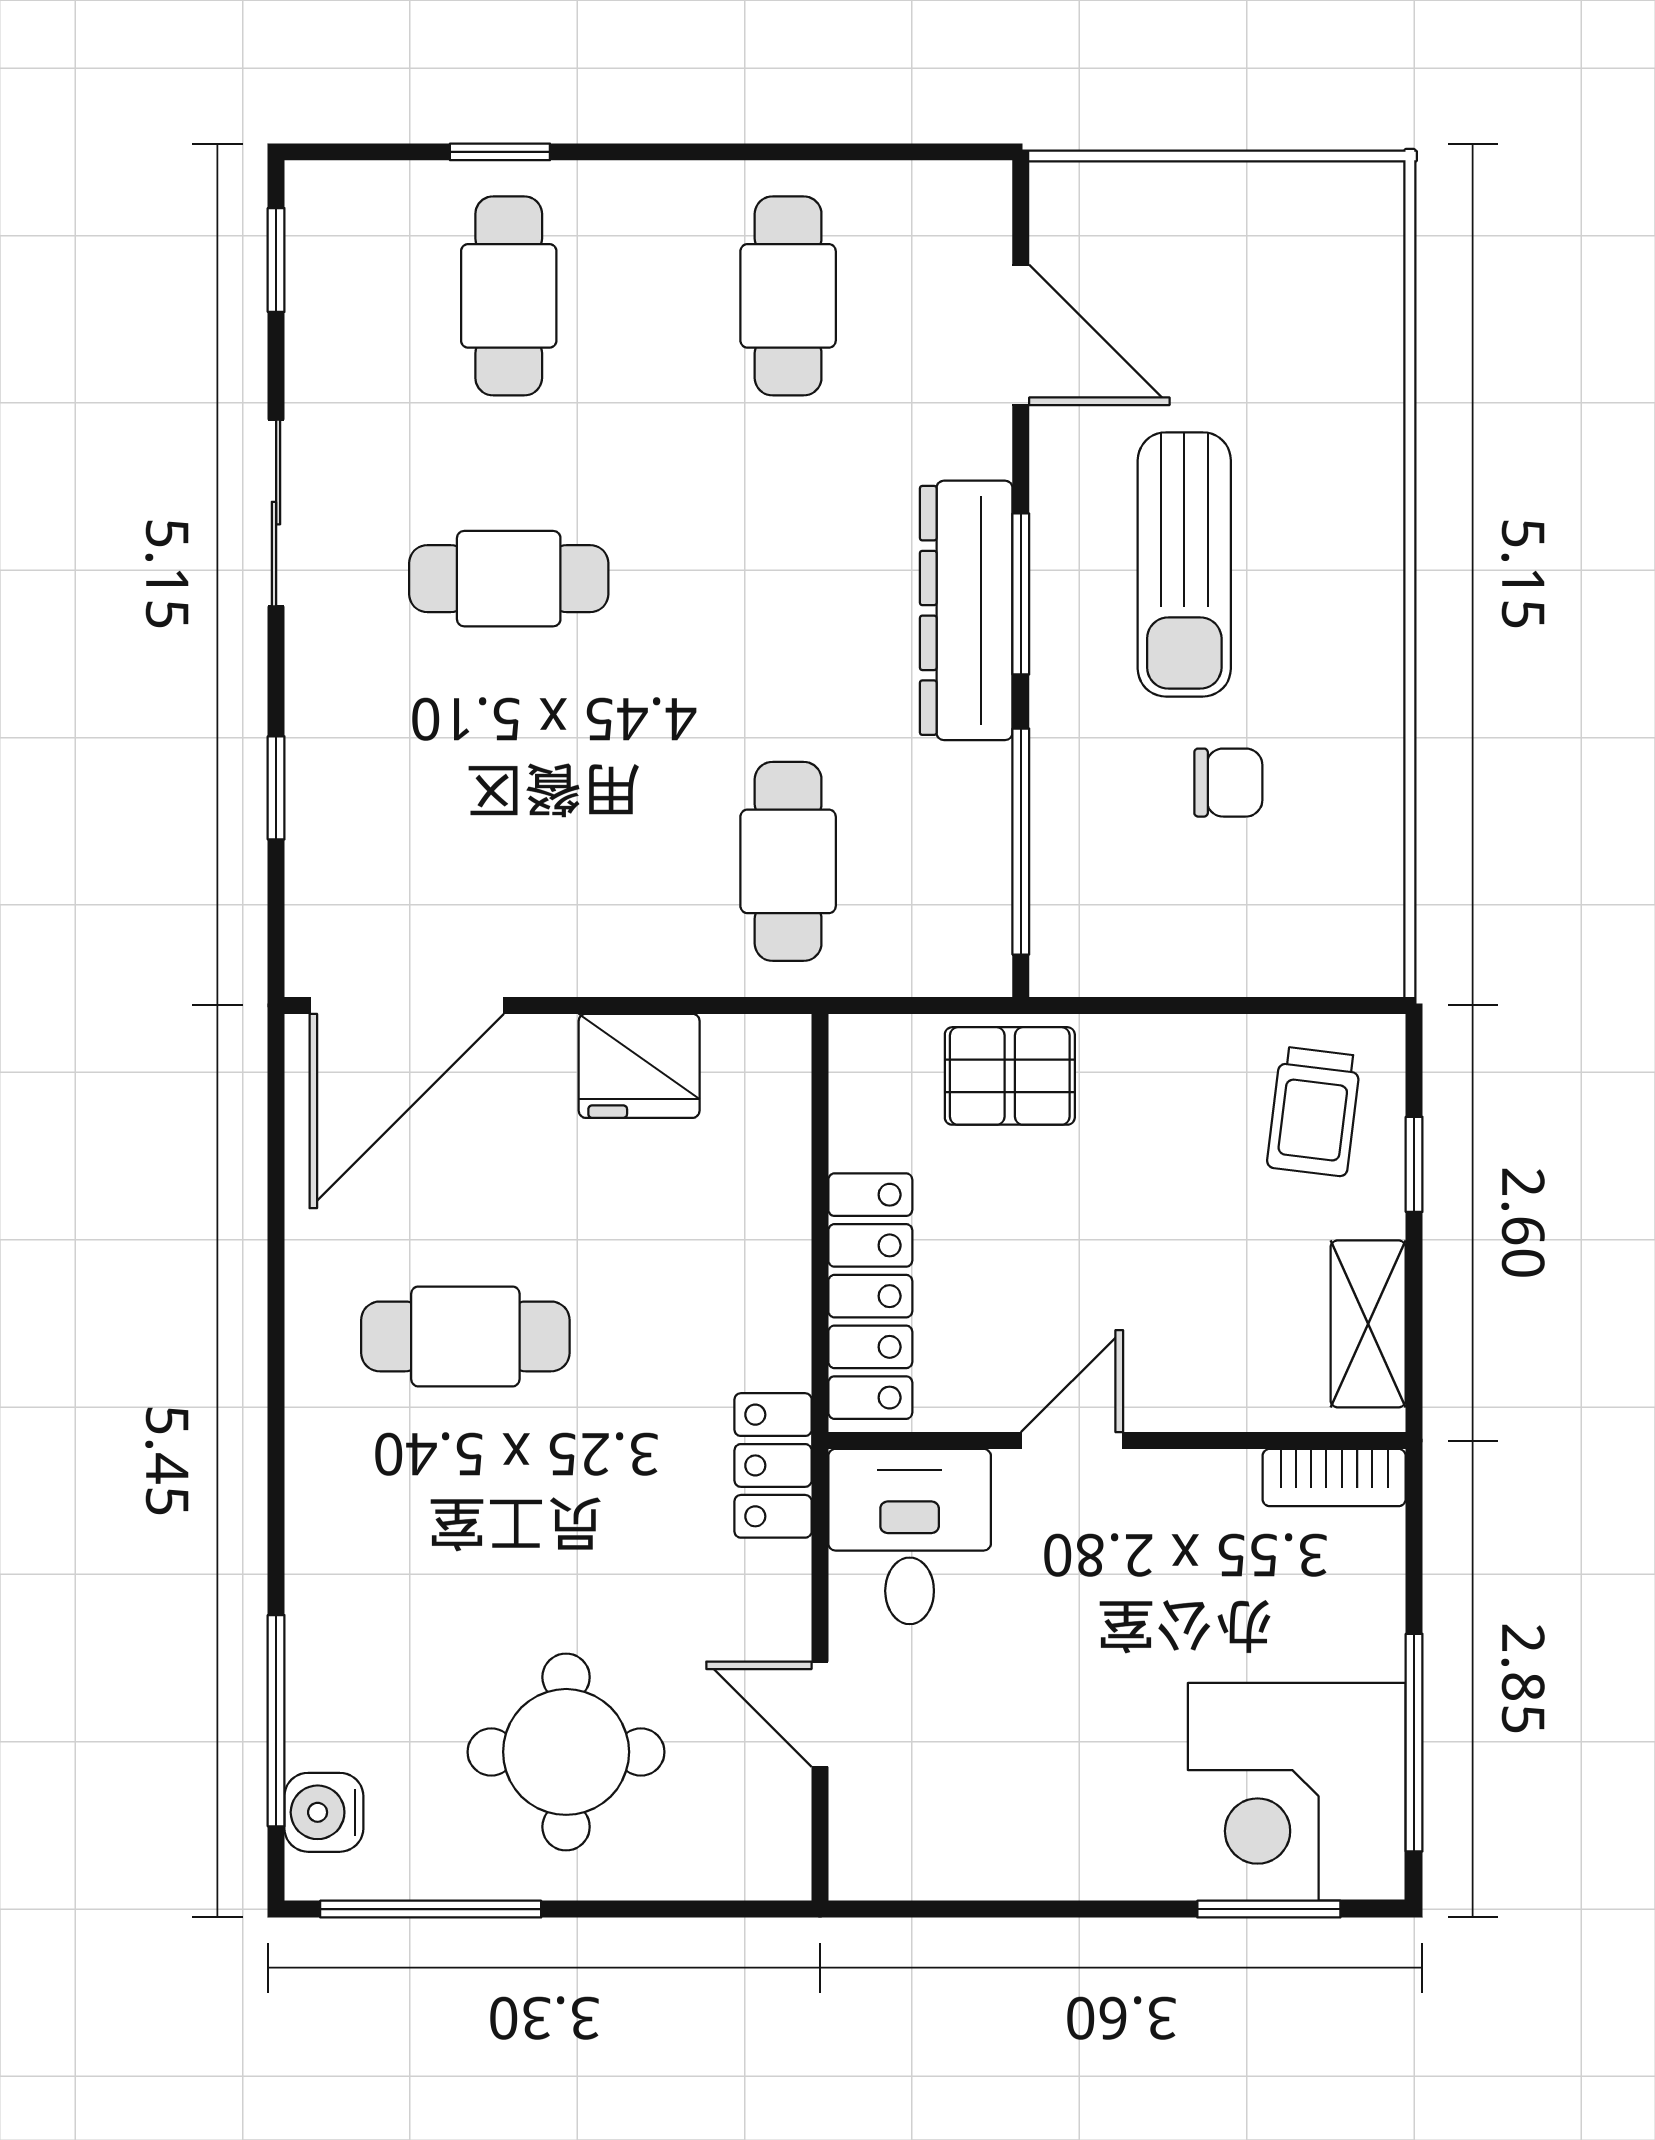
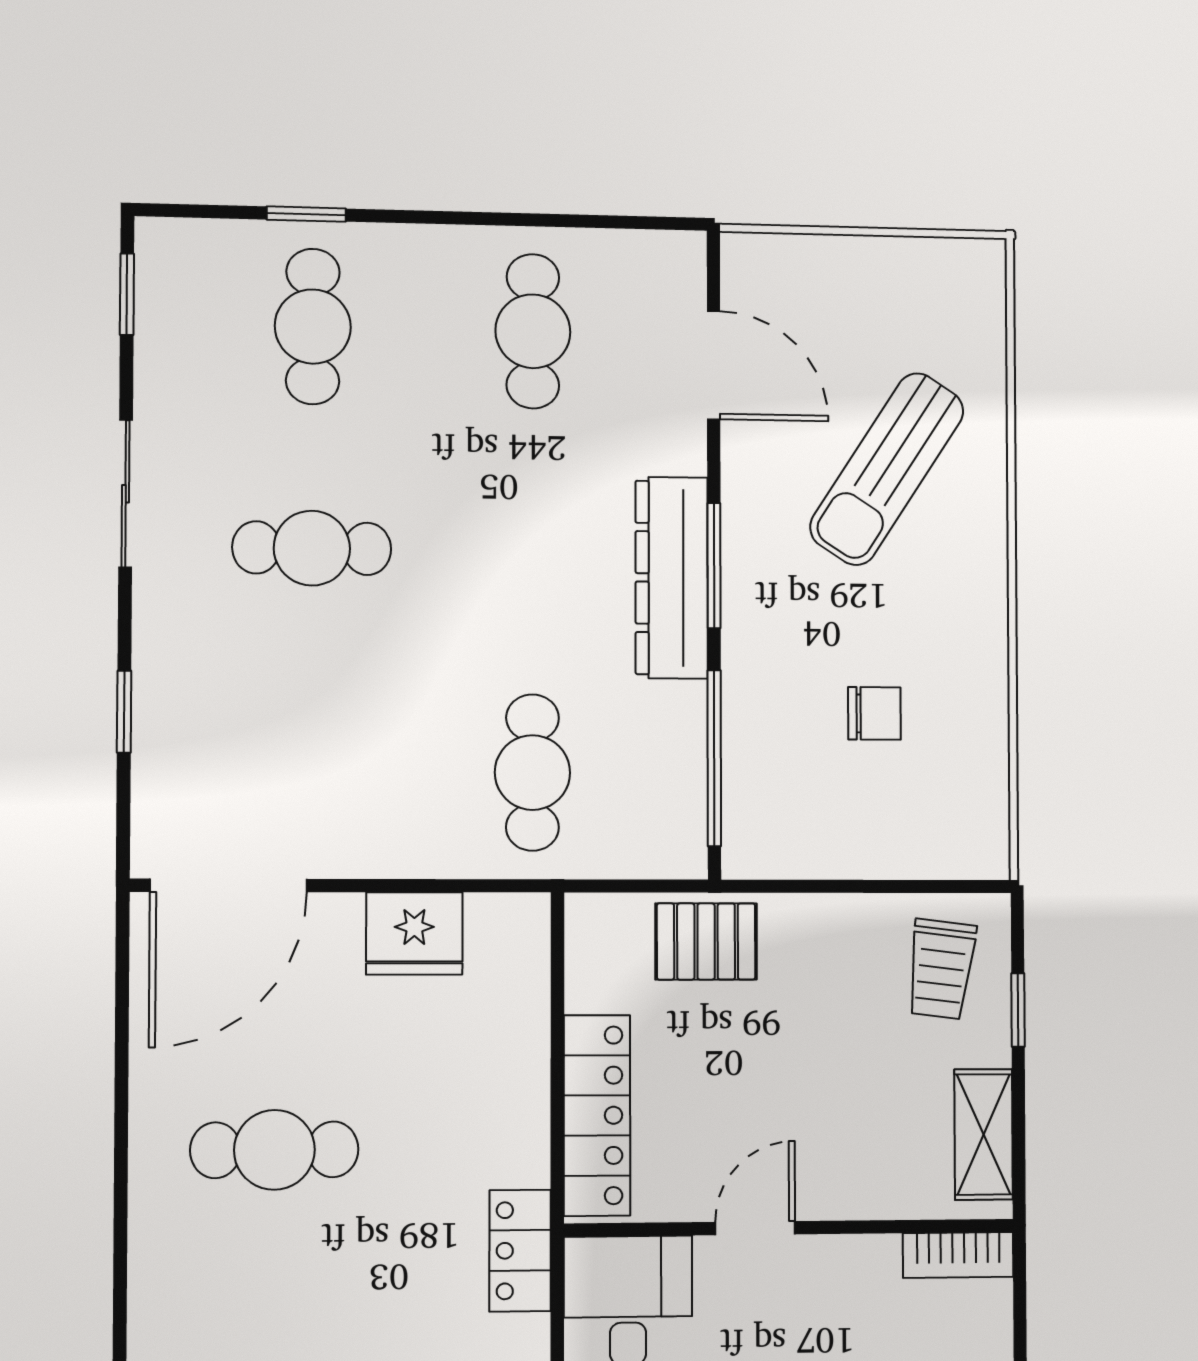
sun lounger: (1184, 564) -> (887, 469), moved, turned 33

